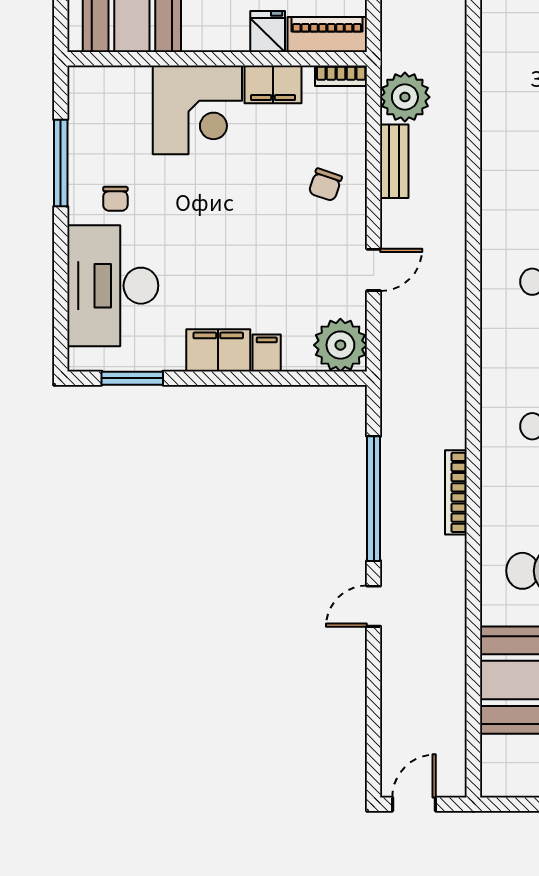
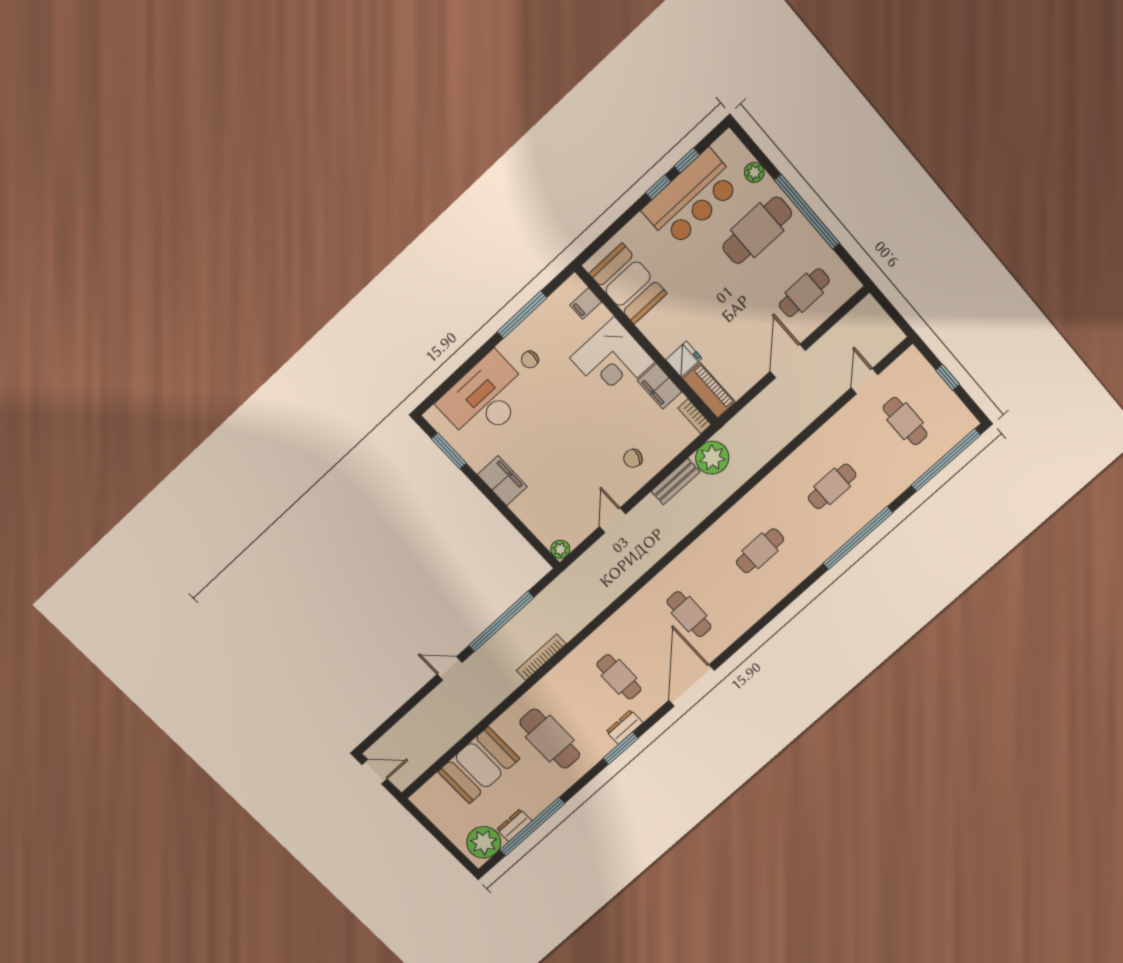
door: (374, 270) -> (613, 520), swing flipped
plant: (340, 345) -> (560, 549), width x0.53, depth x0.53
filing cabinet: (267, 353) -> (586, 303), moved, turned 180

